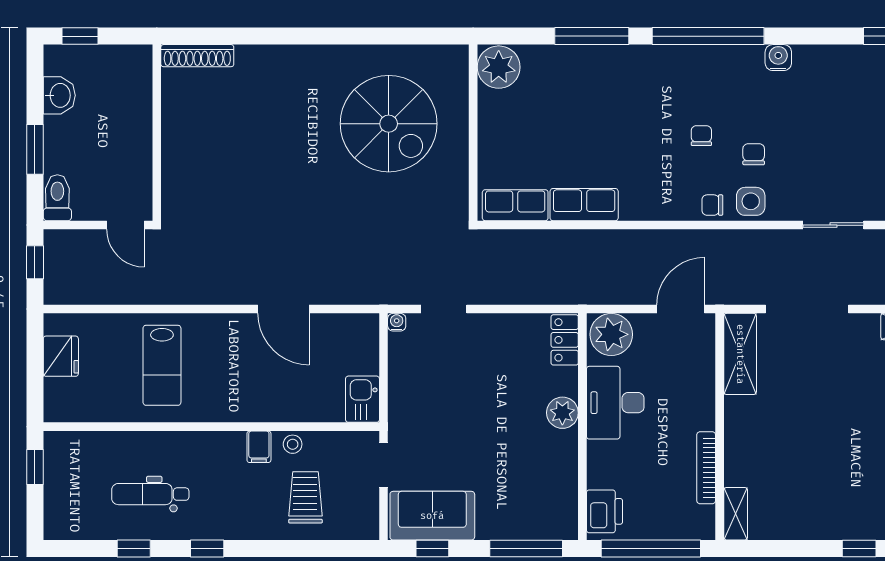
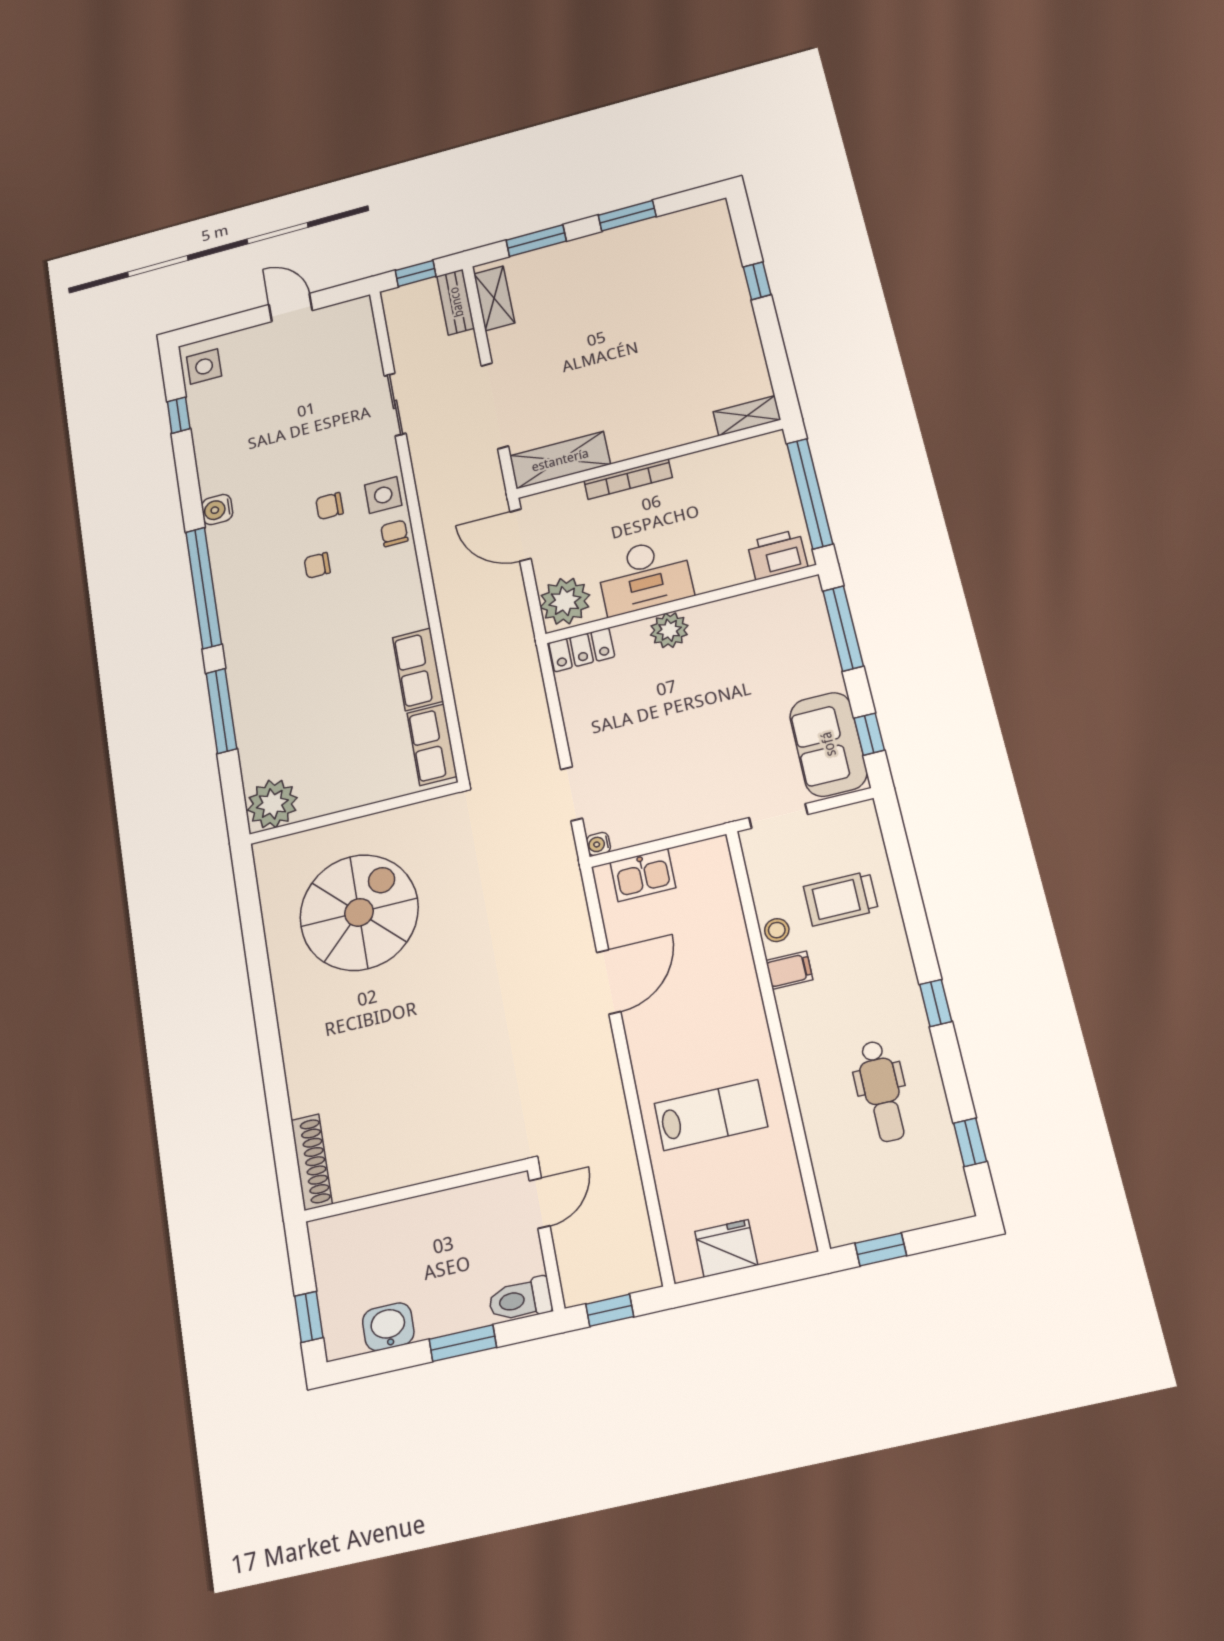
chair: (712, 205) -> (394, 533), turned 180
kitchen sink: (362, 399) -> (643, 875), moved
bookcase: (706, 468) -> (628, 479), moved
window: (134, 548) -> (970, 1142), moved

